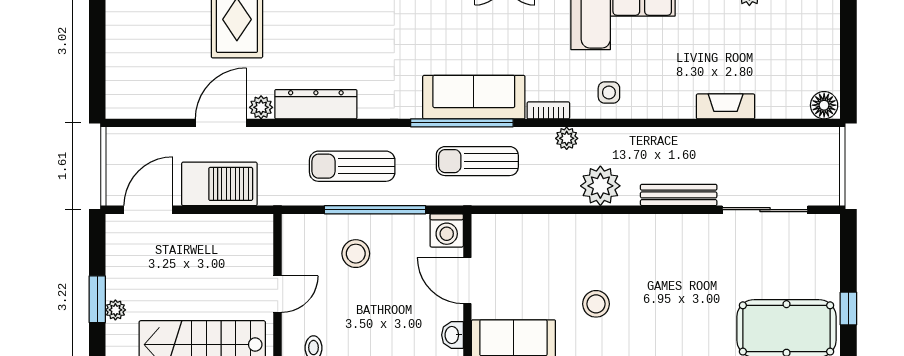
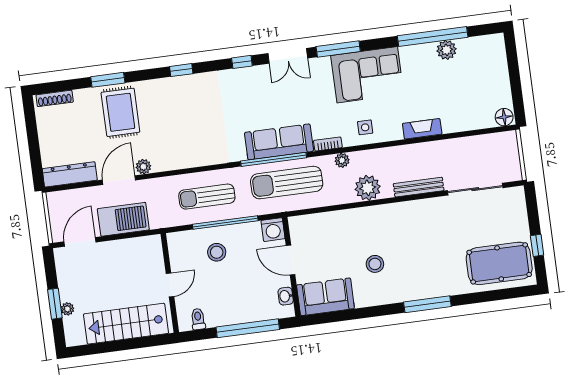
dresser: (316, 104) -> (70, 174), moved
fireplace: (726, 106) -> (422, 129), moved
sun lounger: (477, 161) -> (287, 183), width x1.36, depth x1.34

